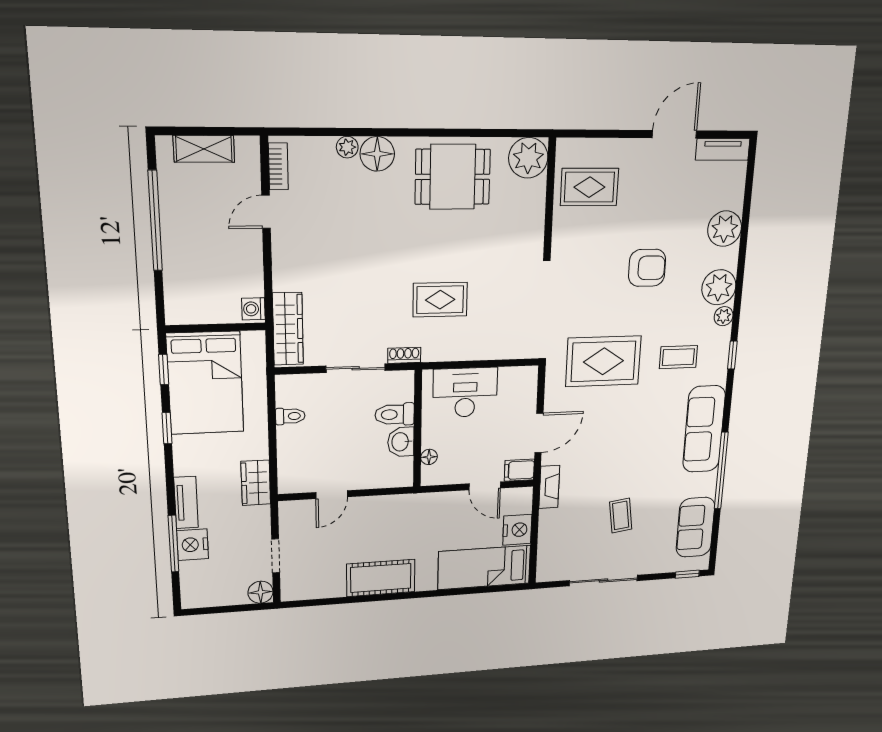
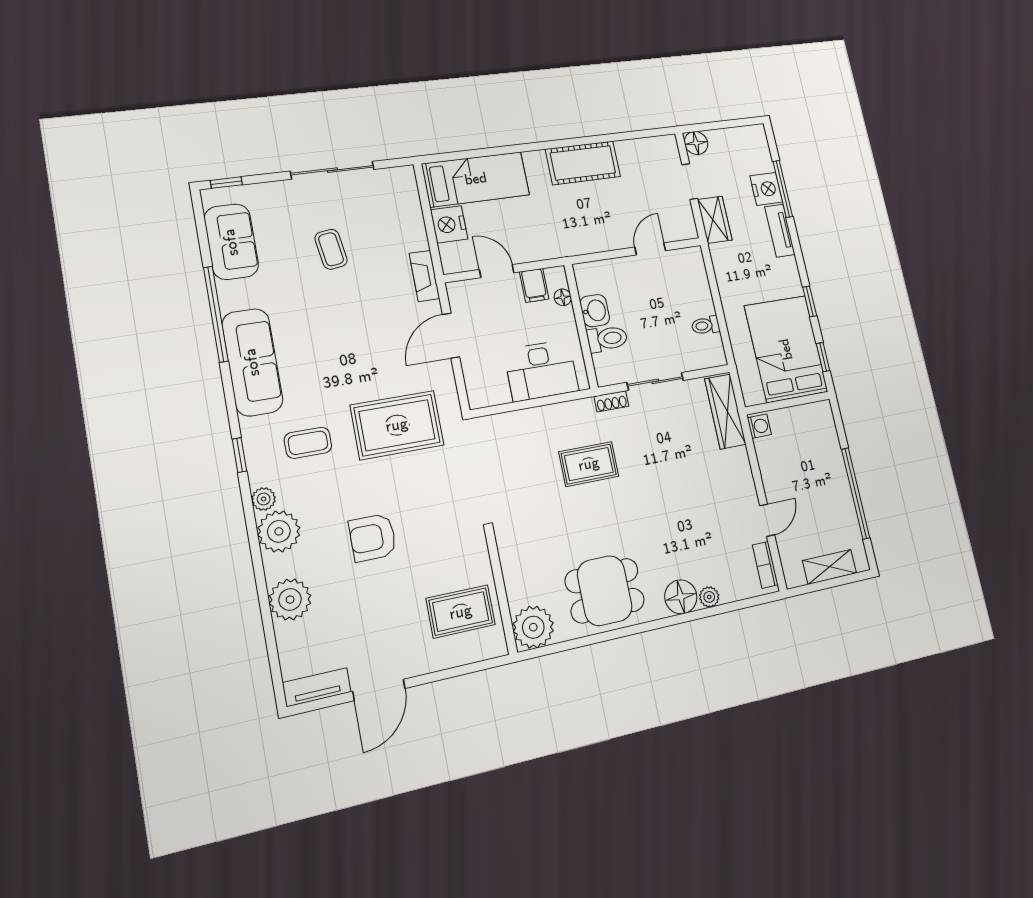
filing cabinet: (519, 470) -> (534, 285), moved, turned 90
wardrobe: (256, 483) -> (715, 220), moved

